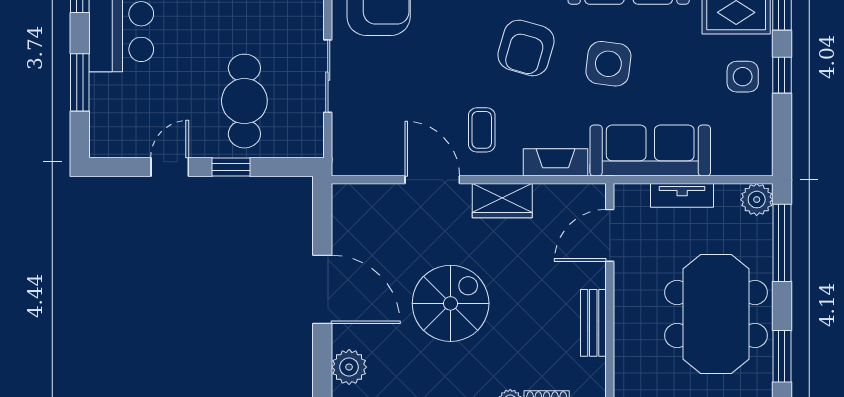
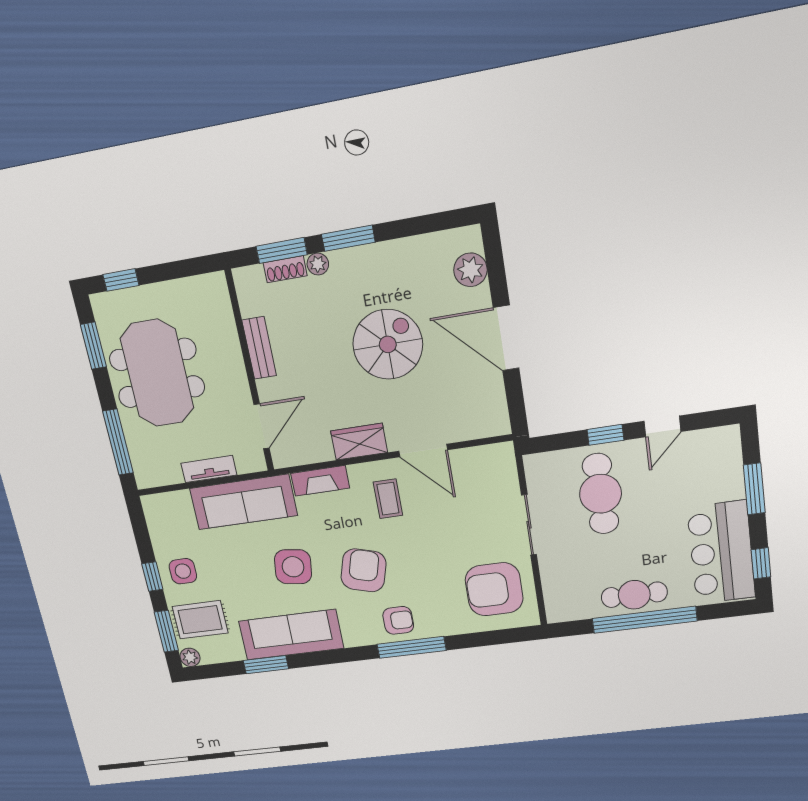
plant: (757, 200) -> (147, 475), removed
spiral stairs: (451, 303) -> (388, 344), turned 180

